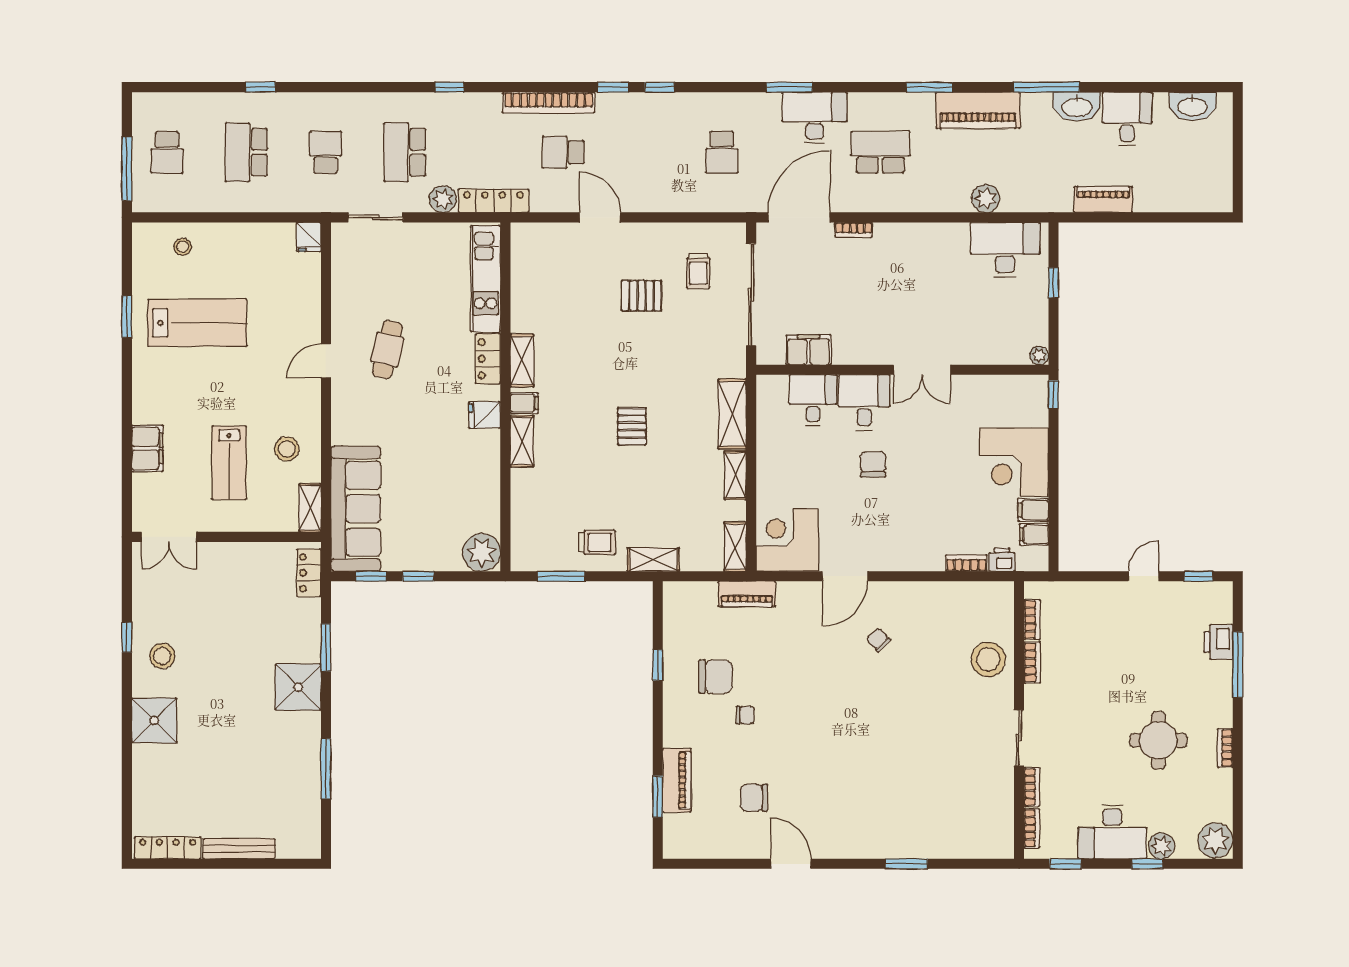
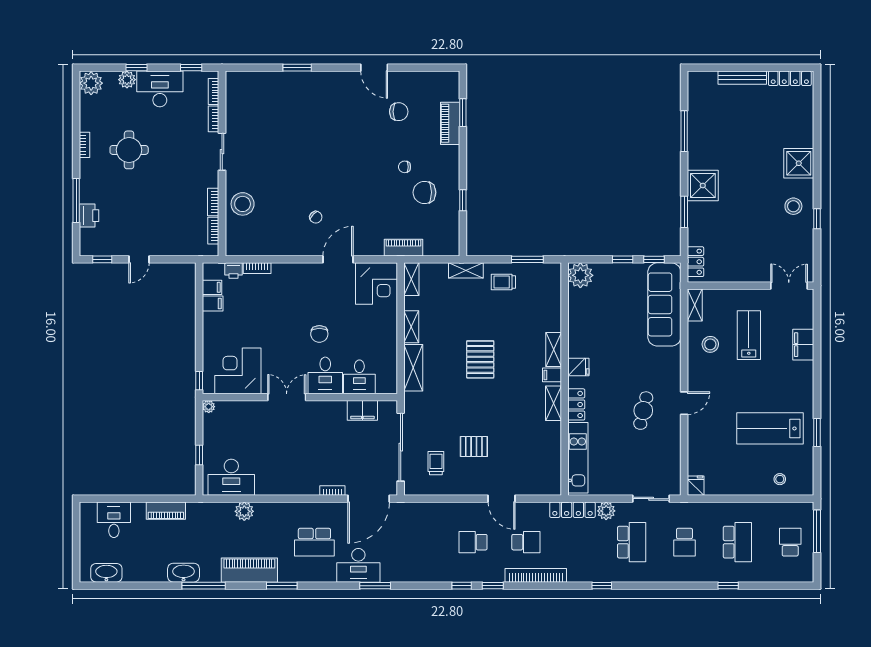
desk: (1127, 119) -> (114, 520), moved, turned 180
school desk: (722, 152) -> (473, 542), moved, turned -90
pallet: (632, 426) -> (480, 359), width x1.50, depth x1.42
corner desk: (1014, 462) -> (238, 371), moved, turned -90

